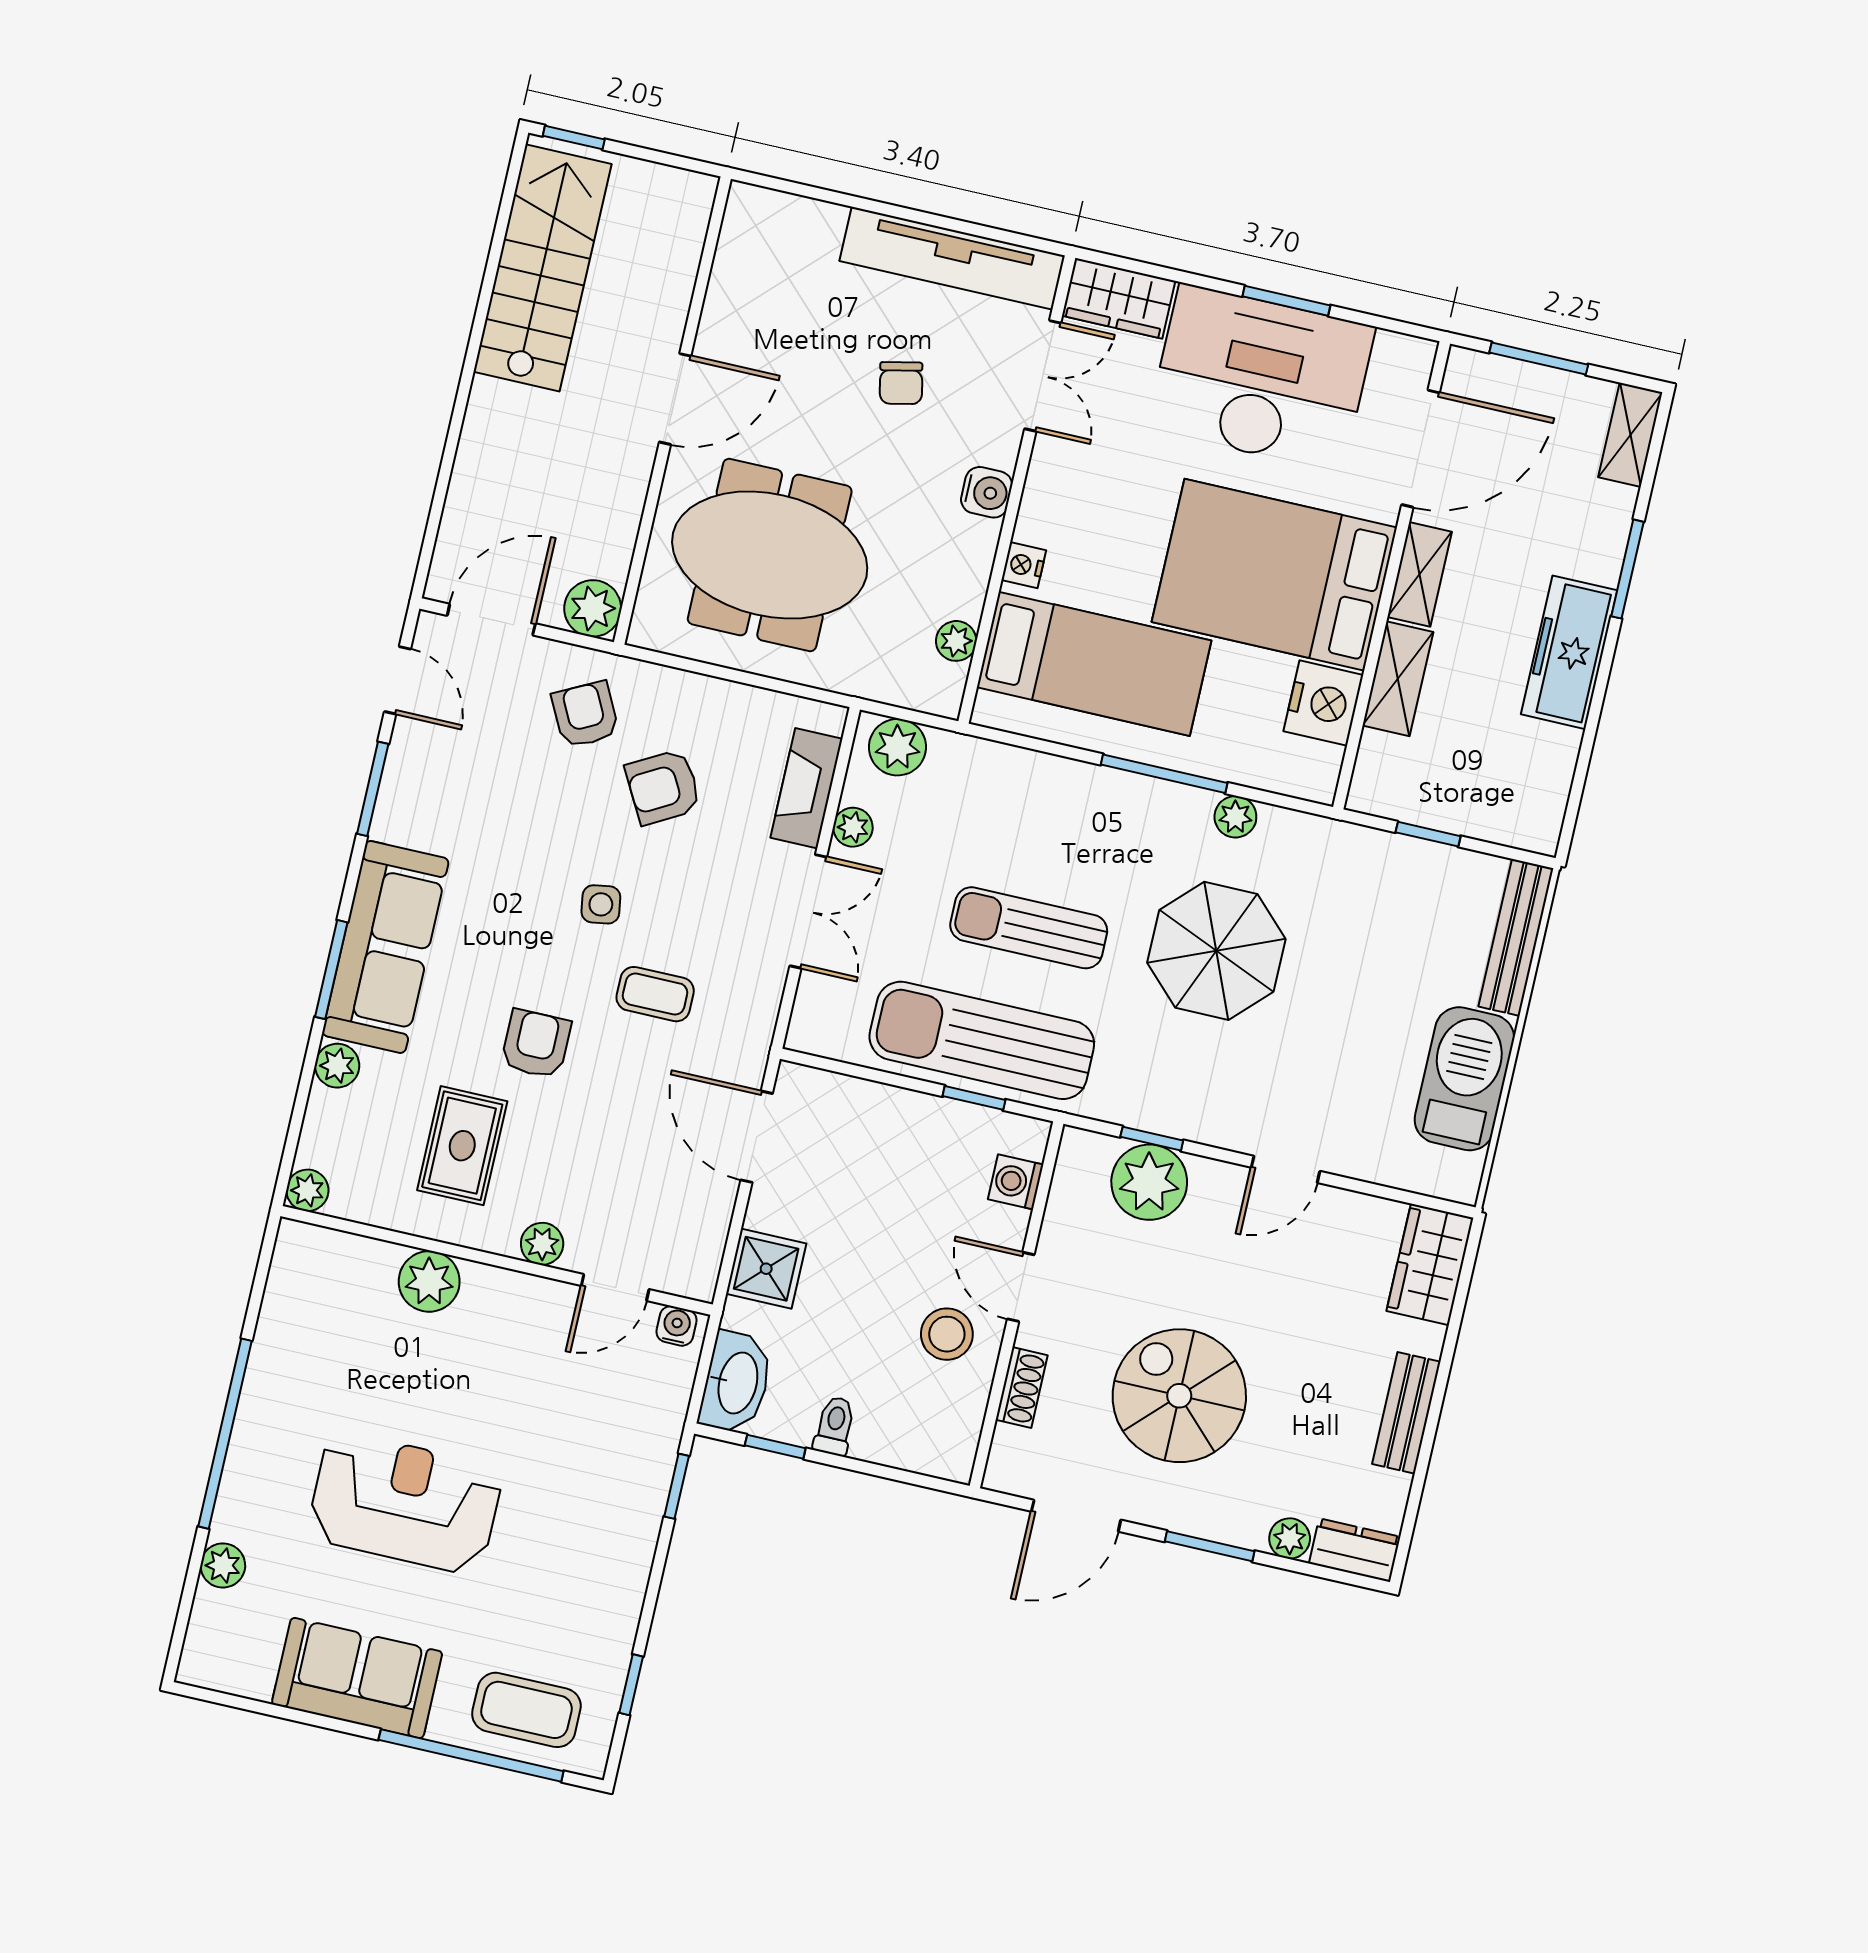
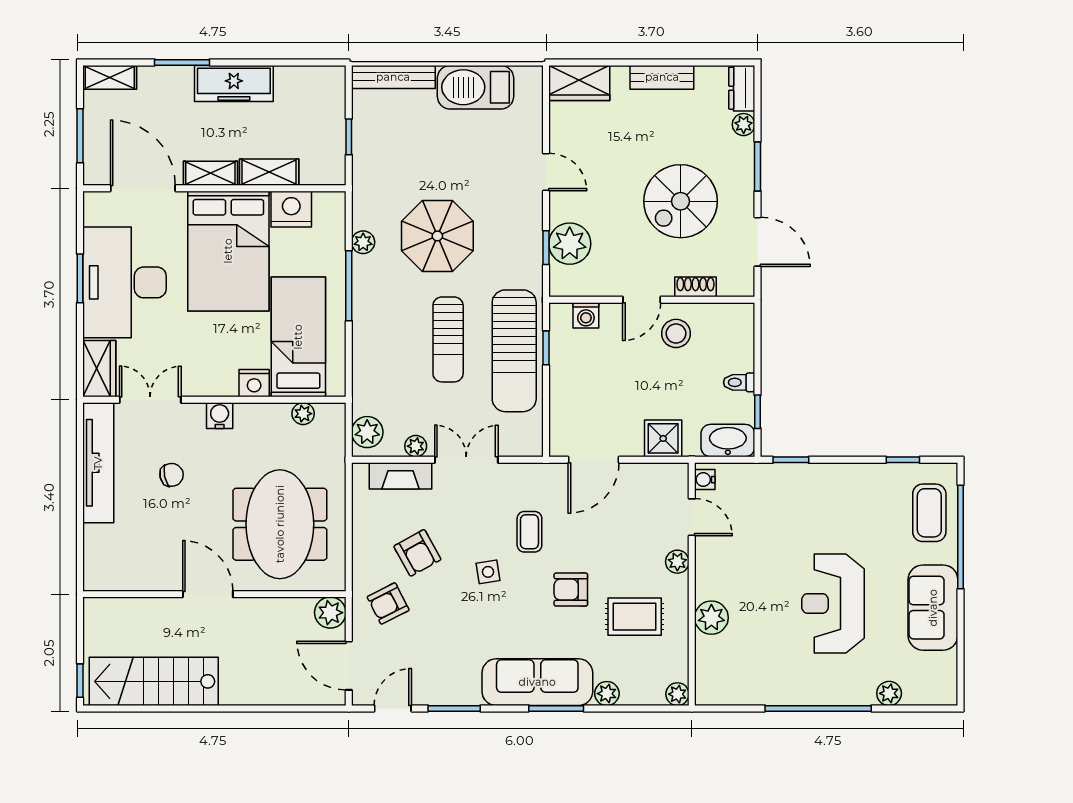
nightstand: (1024, 565) -> (254, 383), width x1.39, depth x1.35

